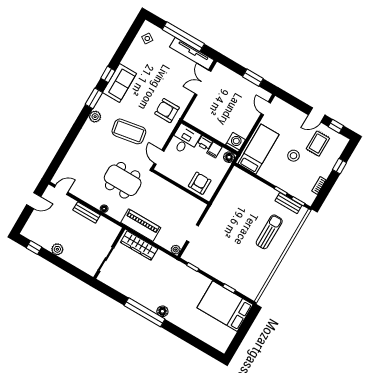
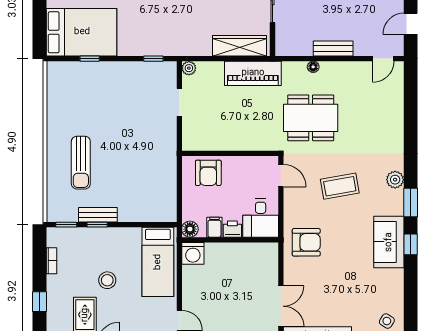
coffee table: (129, 131) -> (340, 186), width x0.73, depth x0.76
bench: (288, 203) -> (98, 215), moved

